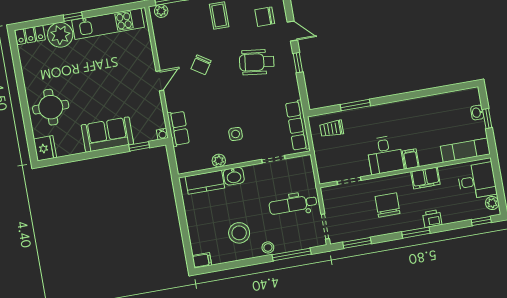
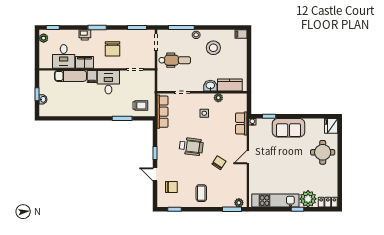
wheelchair: (257, 62) -> (191, 146), moved
exam couch: (465, 150) -> (71, 76), moved
desk: (477, 181) -> (64, 56), moved, turned -90

